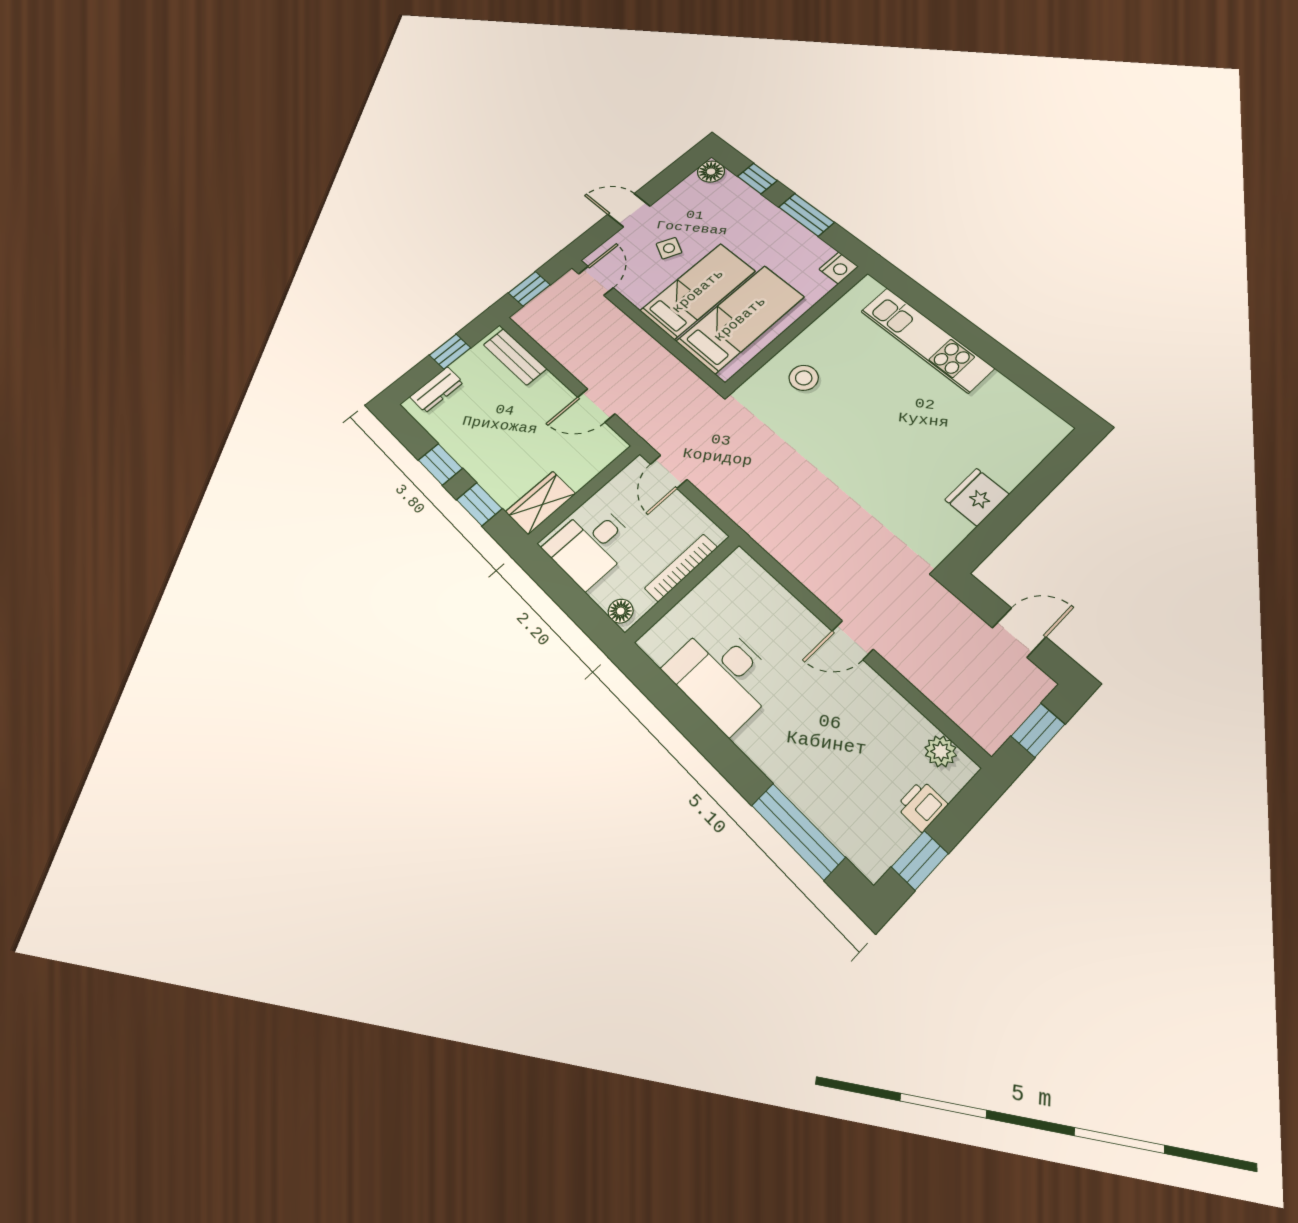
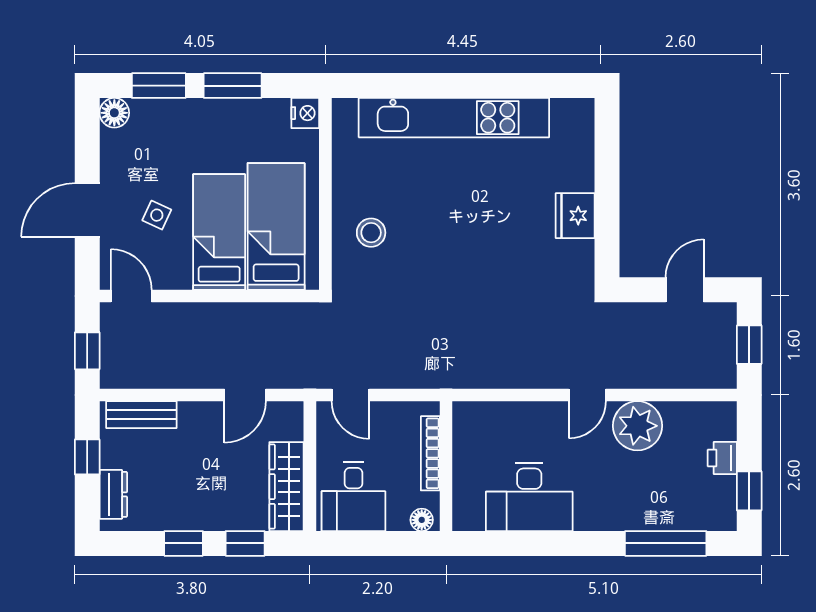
window: (757, 178) -> (159, 86), width x1.50
door: (629, 210) -> (87, 210), width x1.38
kitchen unit: (927, 339) -> (454, 118), width x1.36
wardrobe: (541, 503) -> (286, 487), width x1.50
plant: (941, 751) -> (637, 426), moved, width x1.88, depth x1.88

